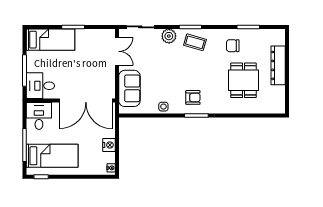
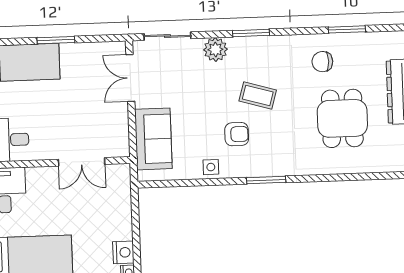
coffee table: (195, 42) -> (258, 96), moved
double door: (117, 51) -> (130, 78), swing flipped
armchair: (193, 97) -> (237, 134), moved
double door: (86, 101) -> (82, 162), width x0.54
nightstand: (109, 145) -> (123, 252), moved

